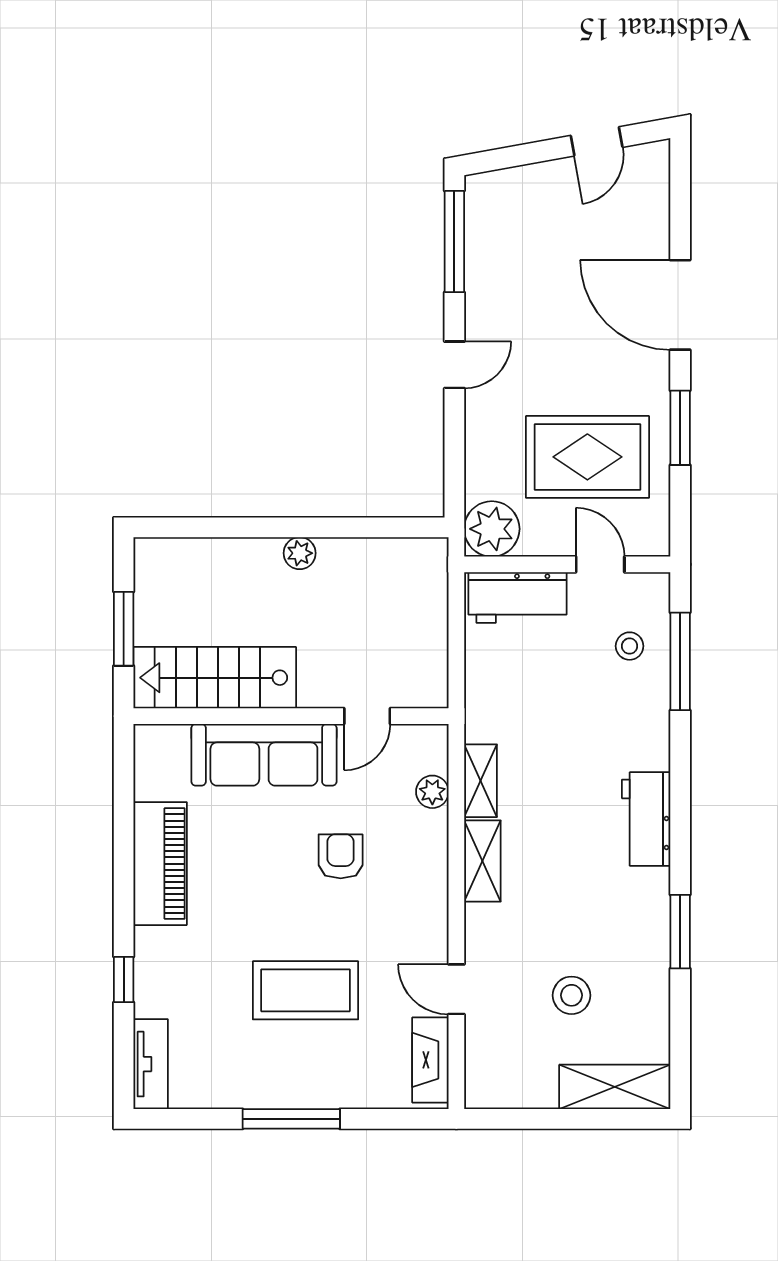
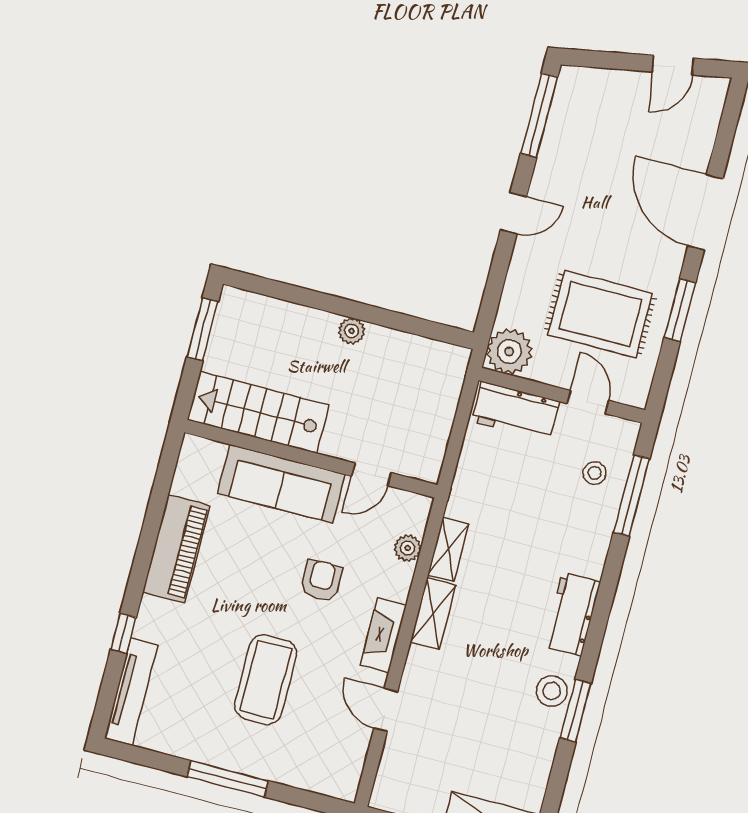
window: (124, 629) -> (203, 329), moved
coffee table: (305, 990) -> (266, 680), turned 90
stool: (572, 995) -> (552, 691), moved
fireplace: (430, 1060) -> (383, 635), moved
tv unit: (151, 1064) -> (131, 692), width x1.41

